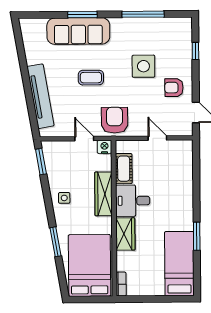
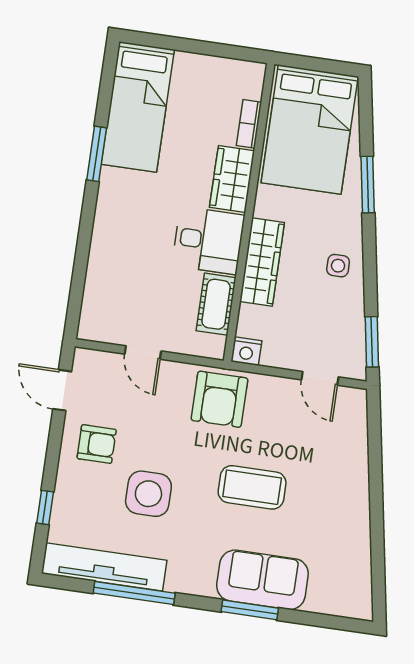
sofa: (78, 31) -> (262, 580), width x0.73
coffee table: (91, 78) -> (252, 487), width x1.36, depth x1.30
tv unit: (40, 96) -> (104, 567), moved, turned 100
door: (84, 139) -> (320, 378), moved
bookcase: (121, 284) -> (249, 124), moved

